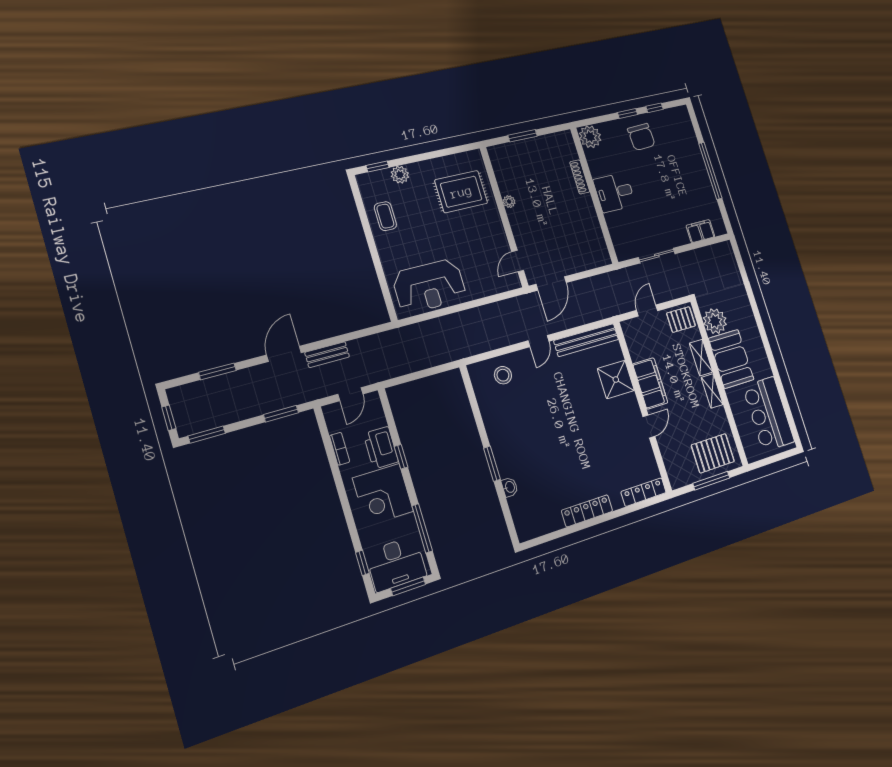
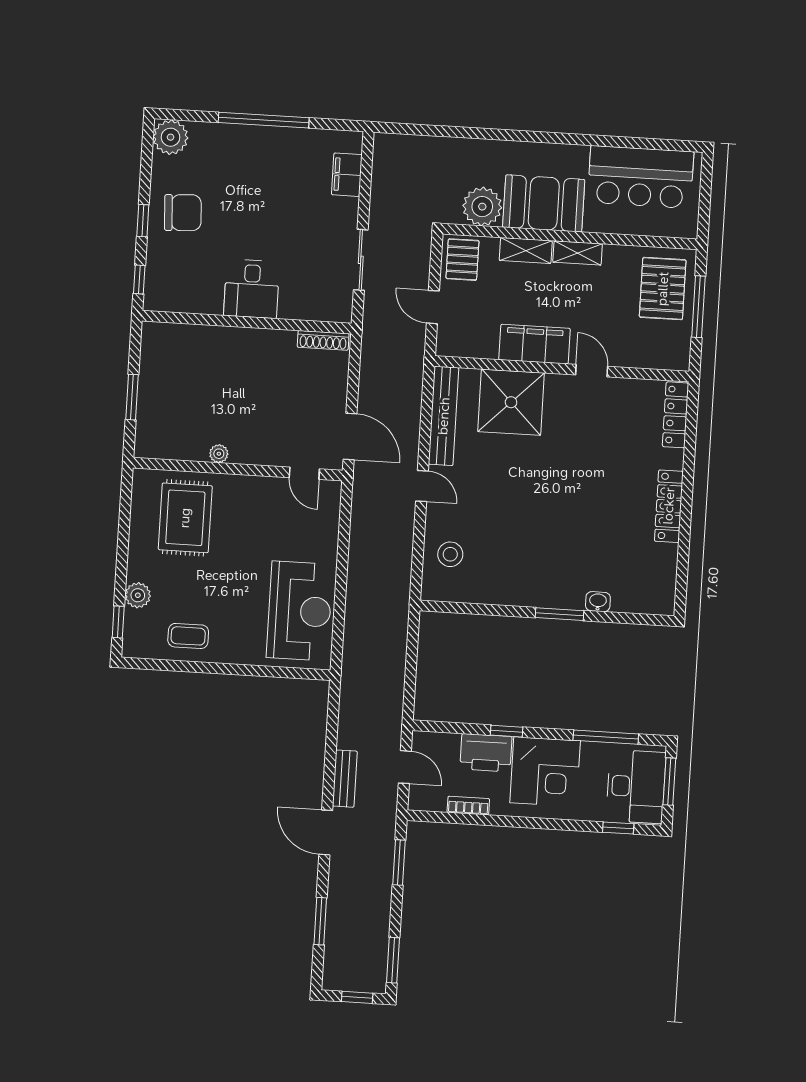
window: (654, 108) -> (139, 279), moved
plant: (590, 137) -> (171, 137), moved
shoe rack: (580, 177) -> (323, 340), moved
shower: (616, 380) -> (511, 402), width x1.37, depth x1.37

